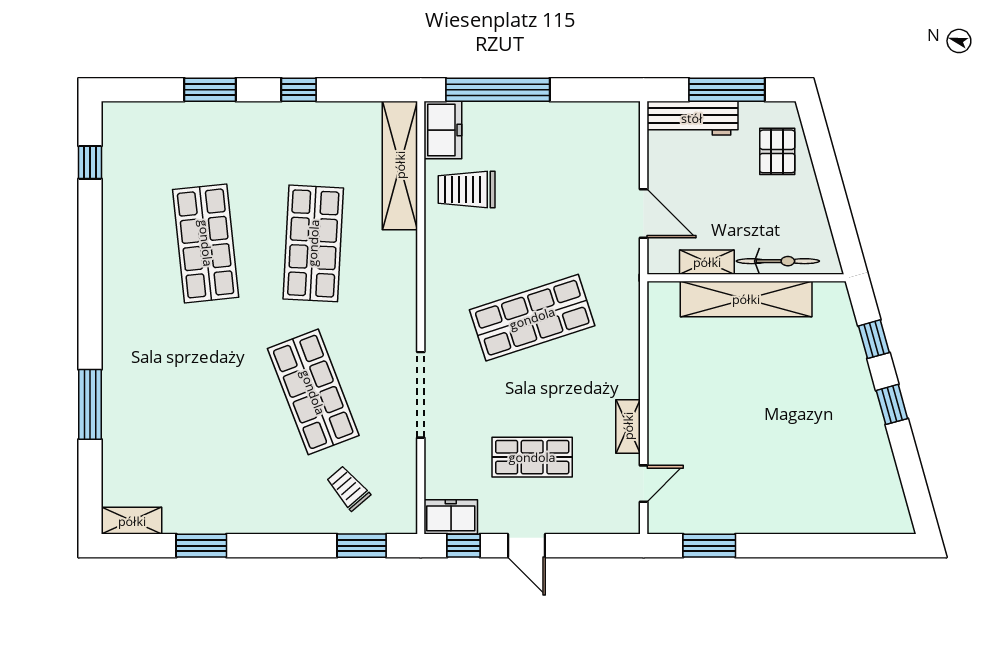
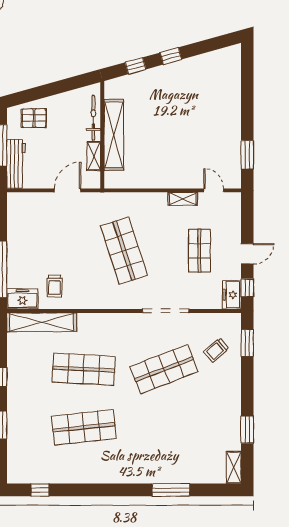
trolley: (467, 189) -> (55, 286), width x0.73, depth x0.72

